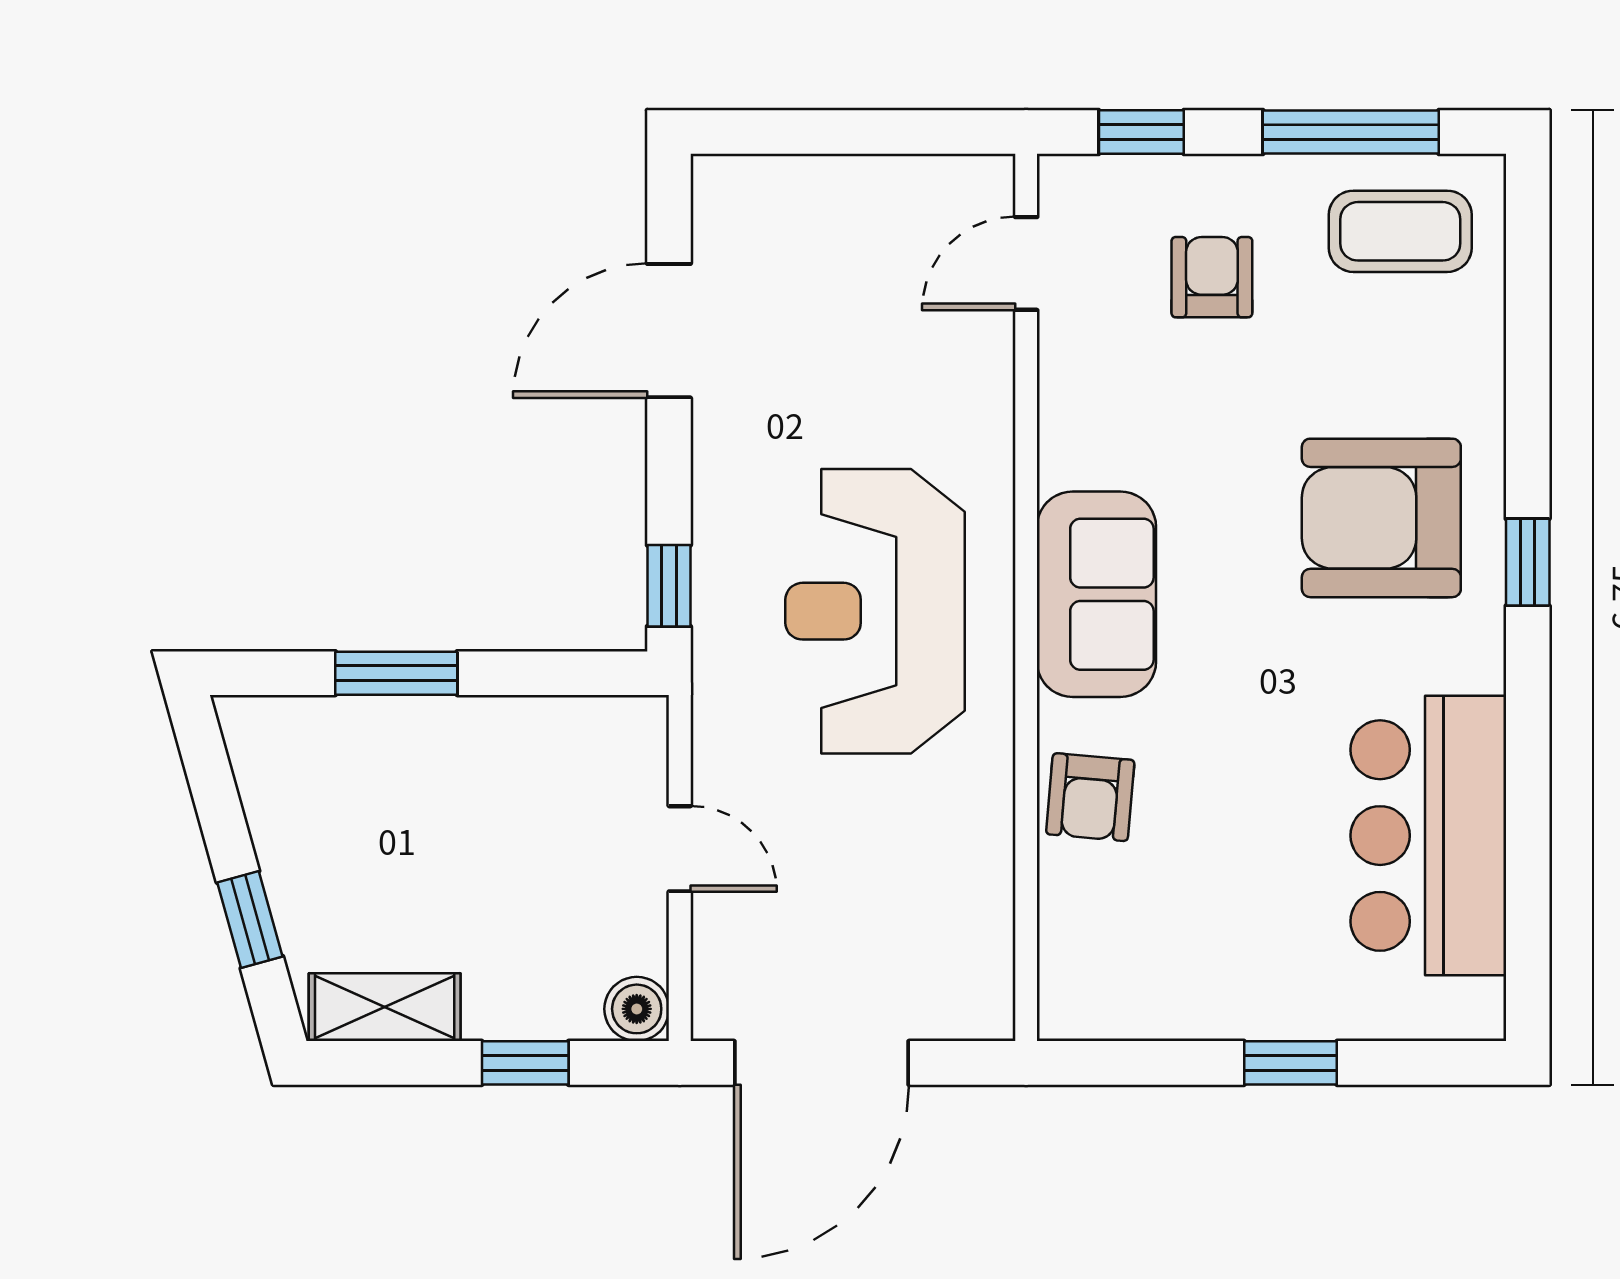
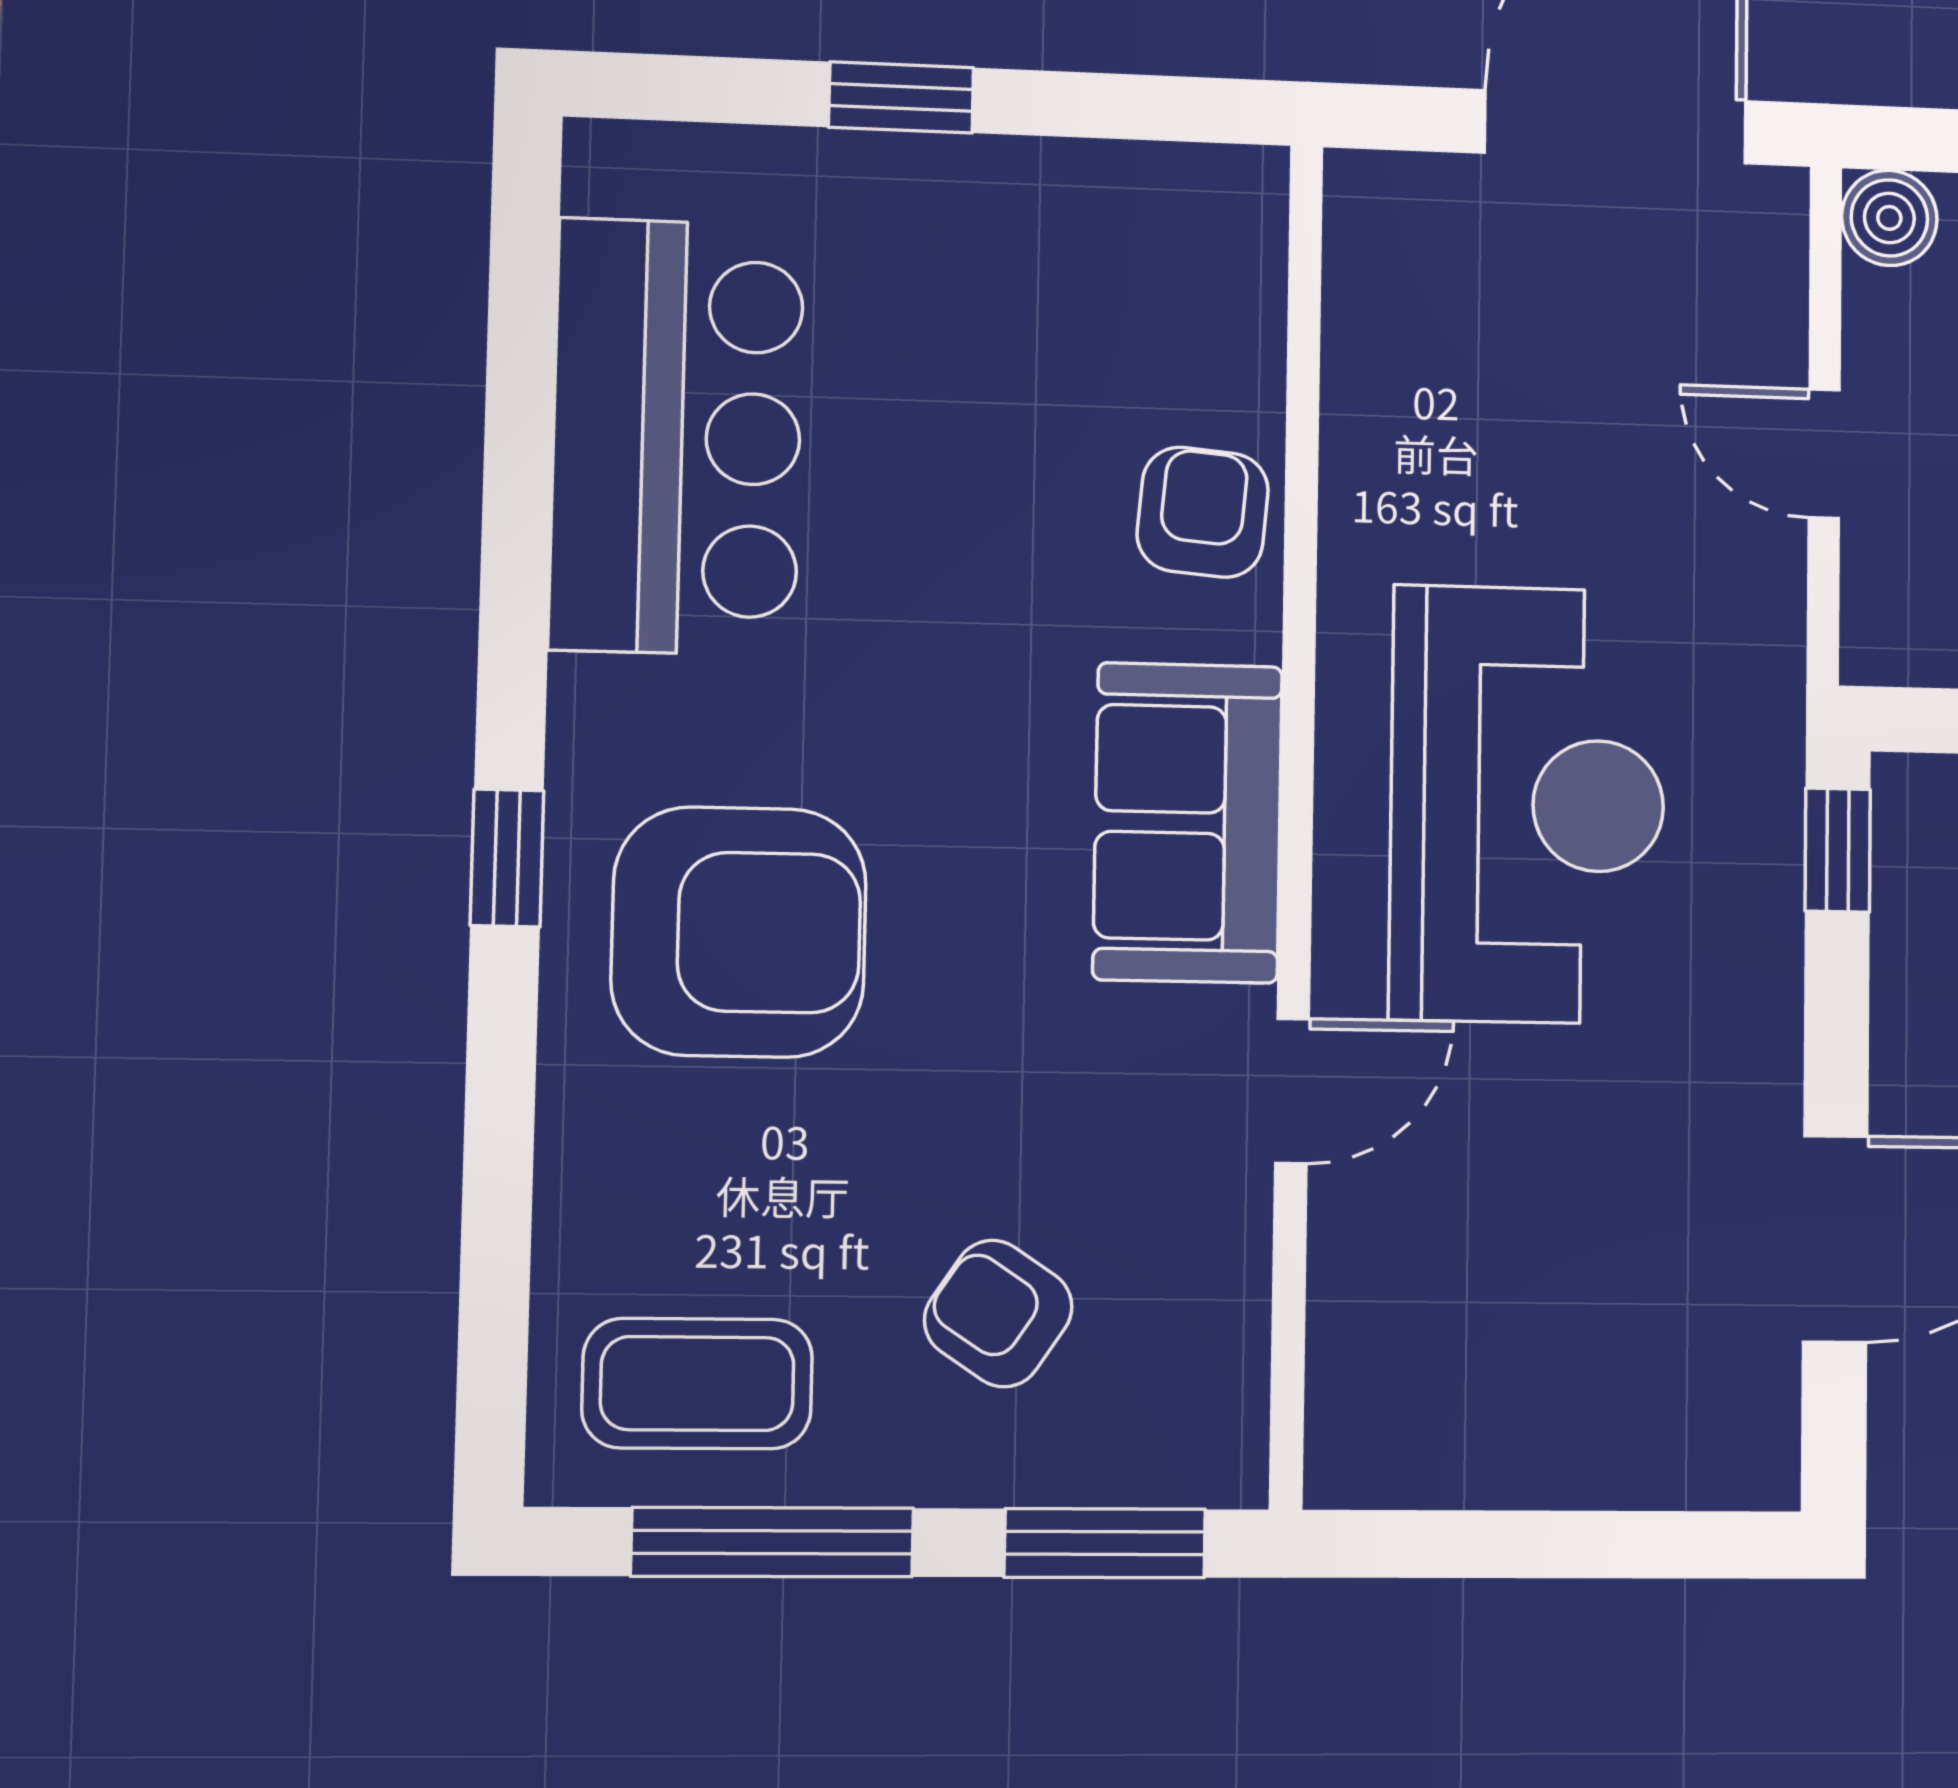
window: (1141, 132) -> (1105, 1543), width x1.50
door: (1026, 263) -> (1292, 1091), moved
armchair: (1212, 277) -> (998, 1314), turned 124

